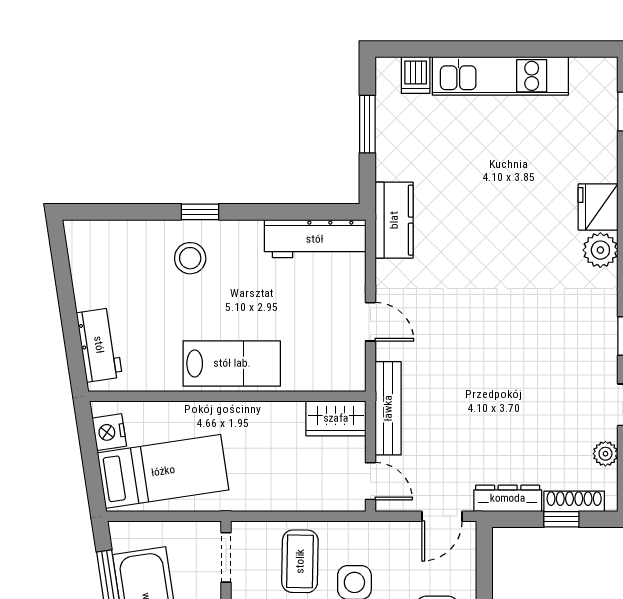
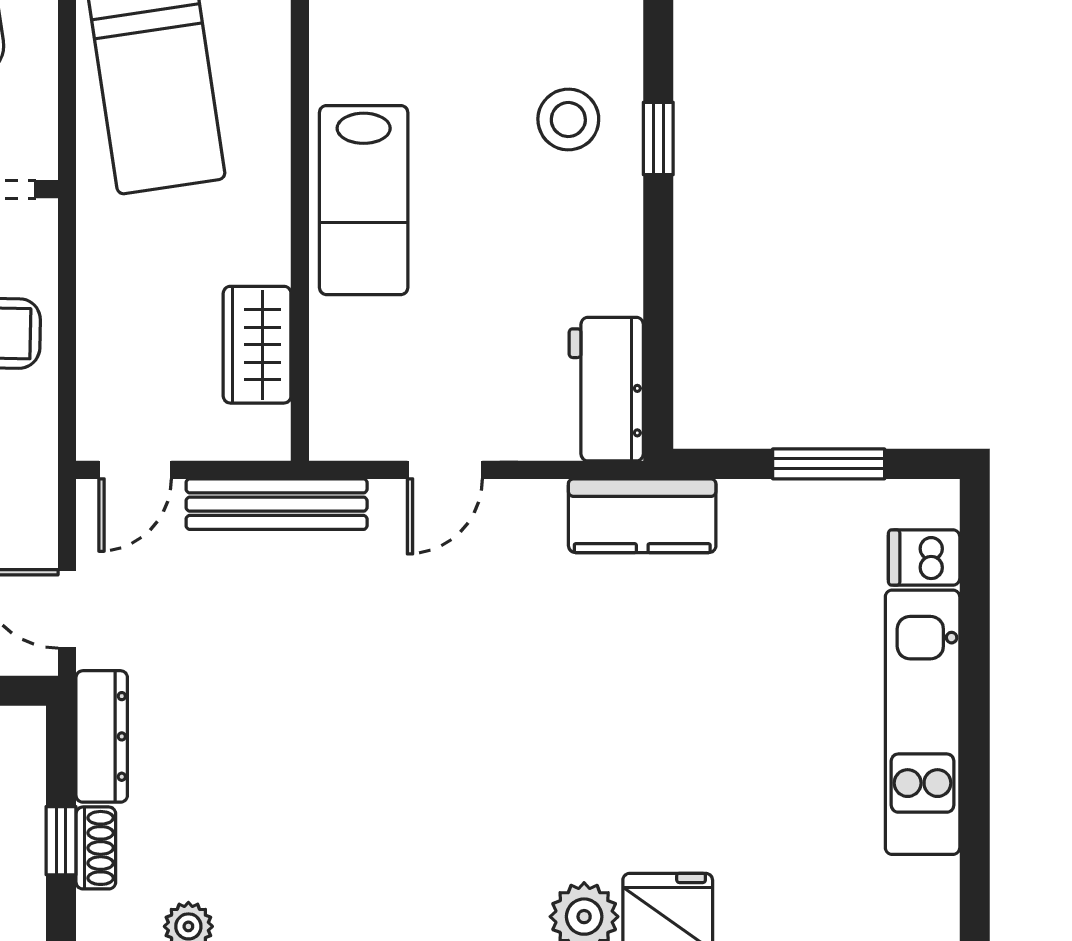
workbench: (315, 239) -> (606, 389), width x0.73
wardrobe: (336, 418) -> (257, 345), moved
shoe rack: (574, 501) -> (96, 848), width x0.70

